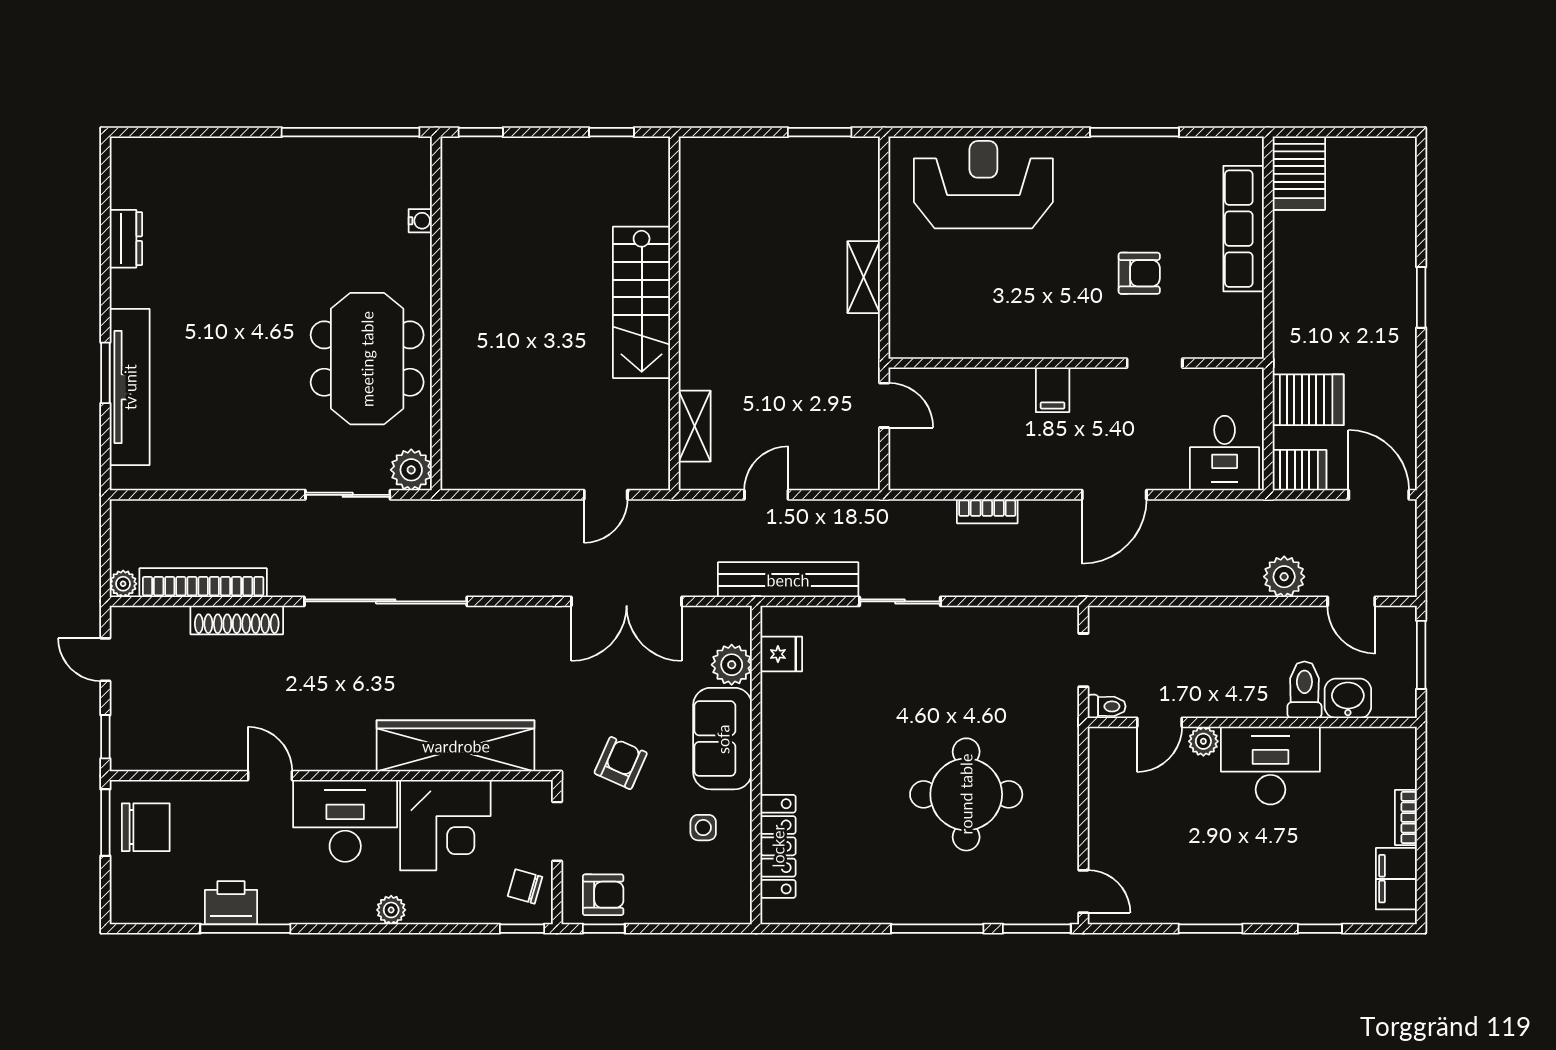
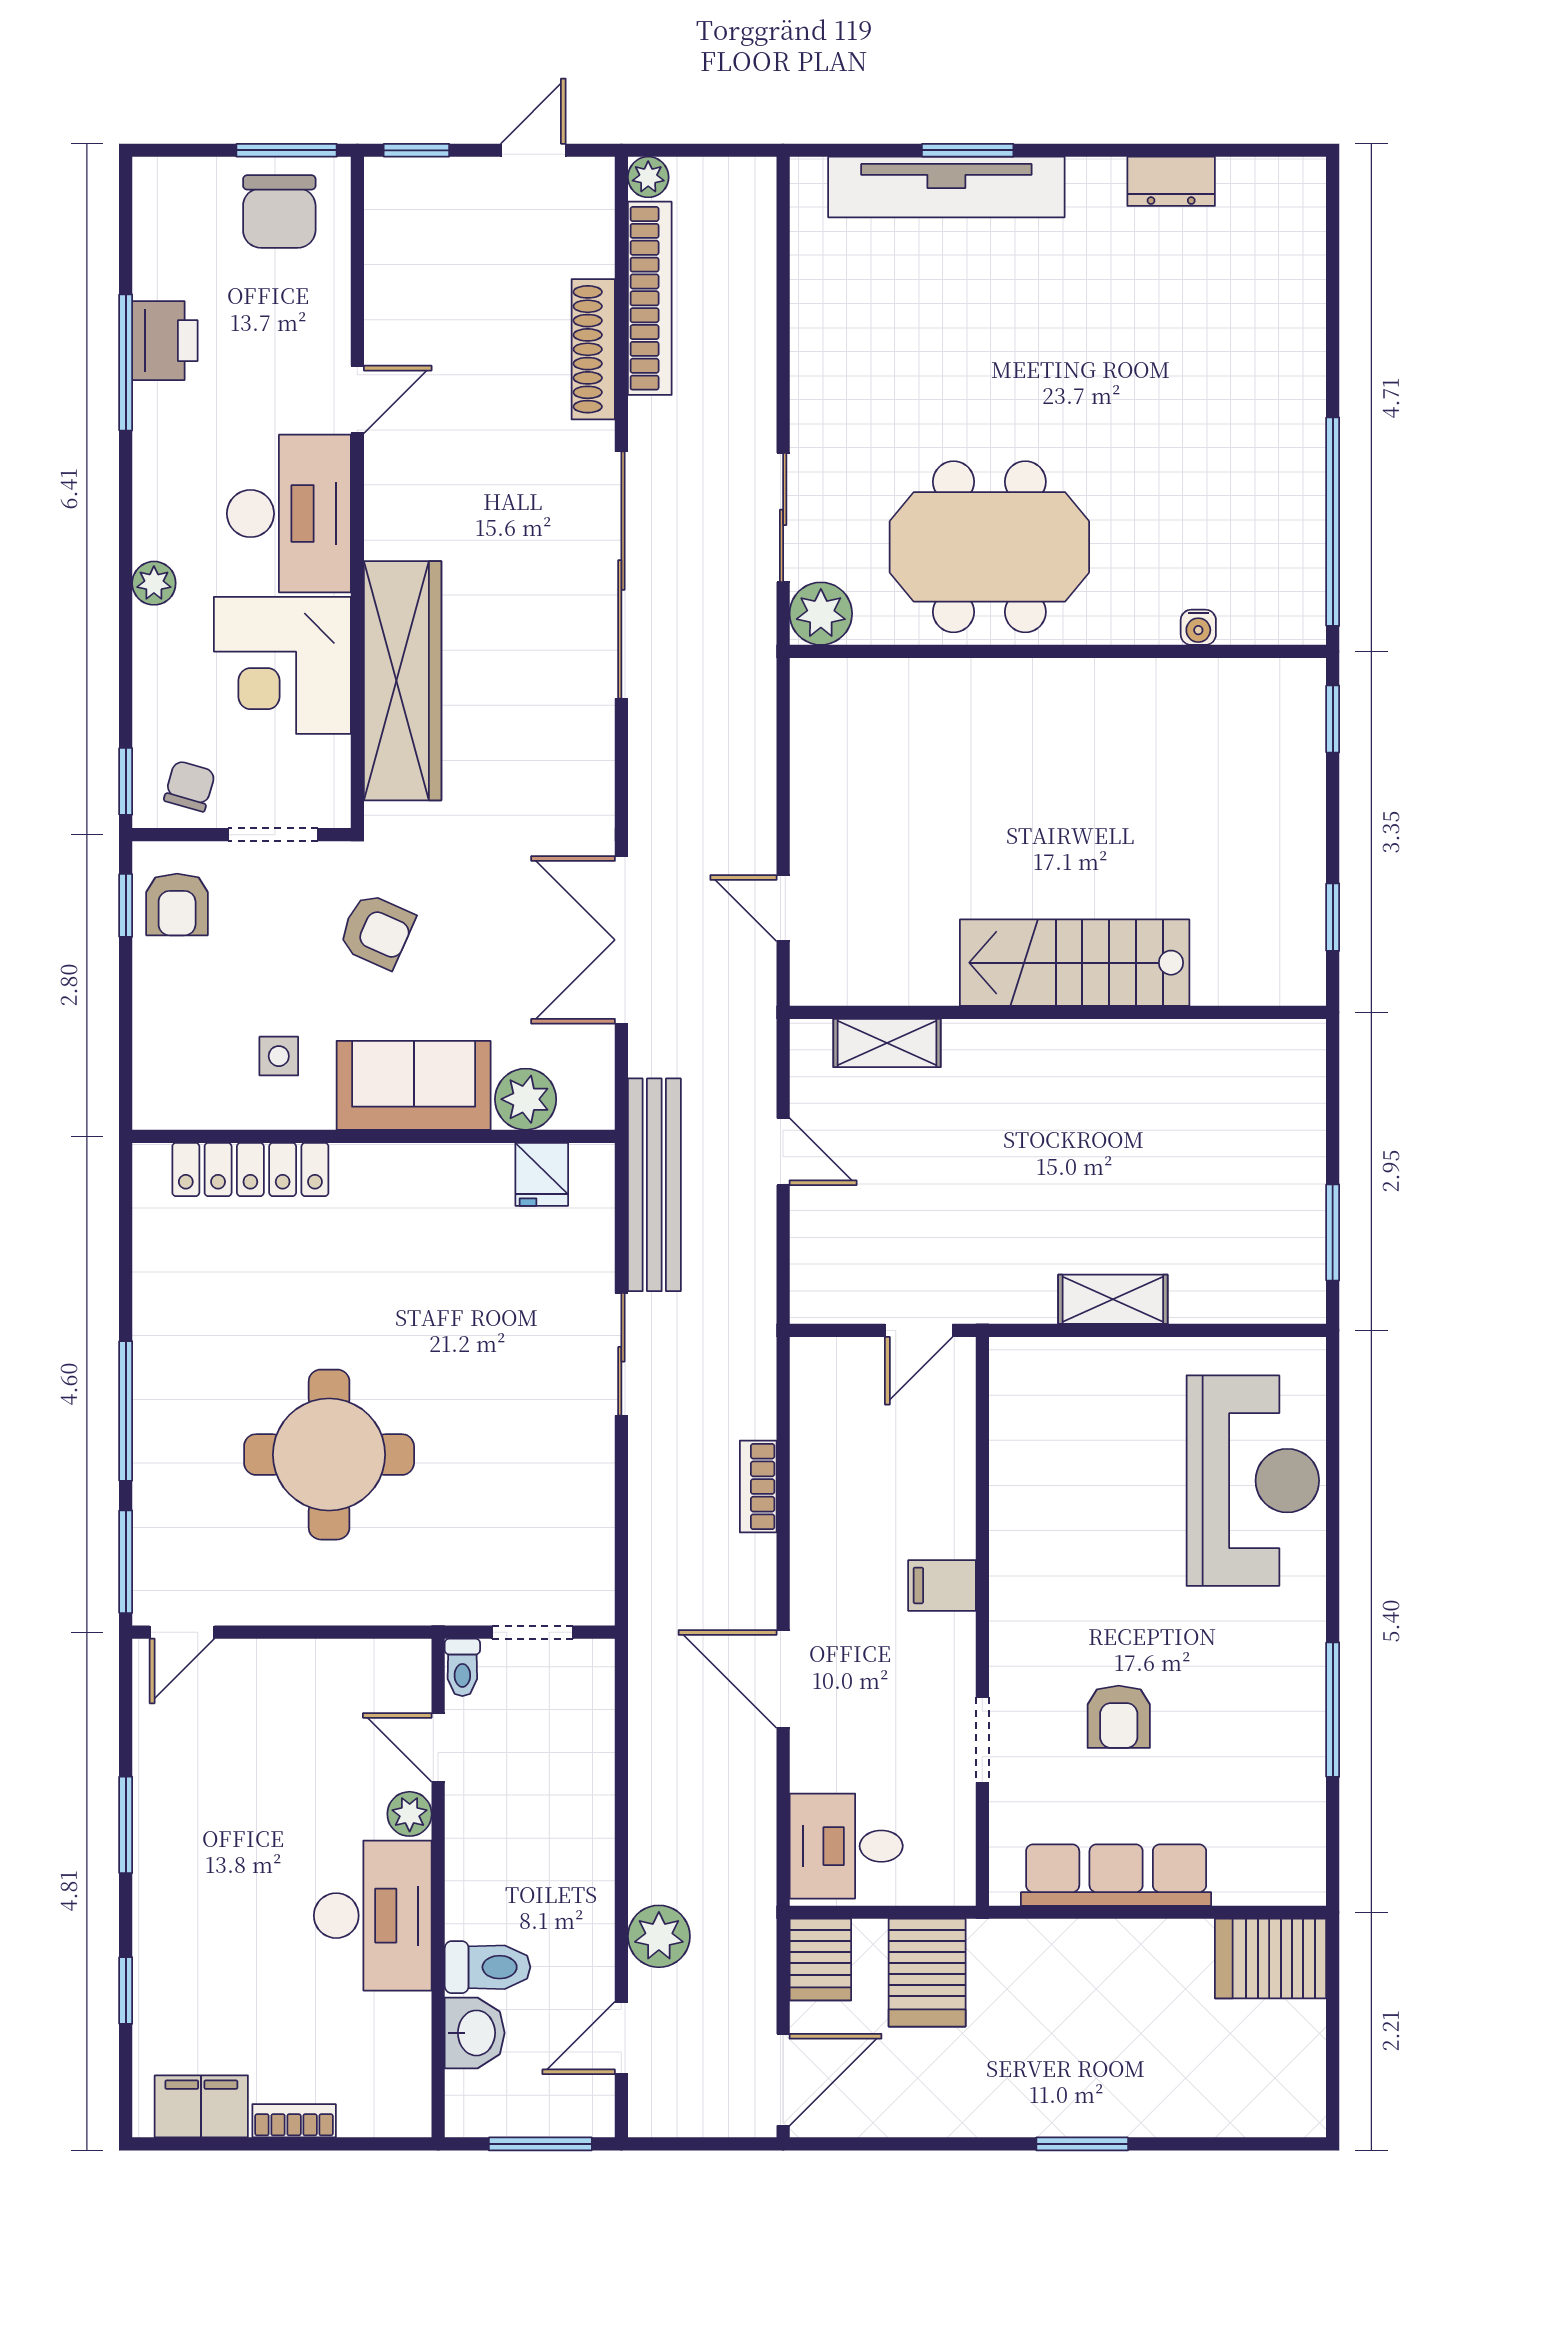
row of seats: (1244, 229) -> (1116, 1875), moved

